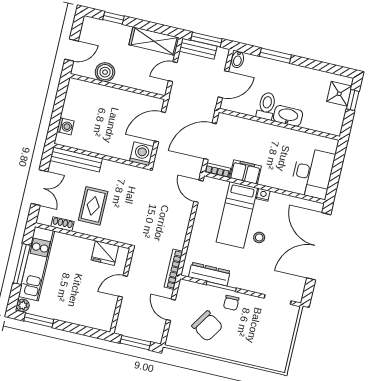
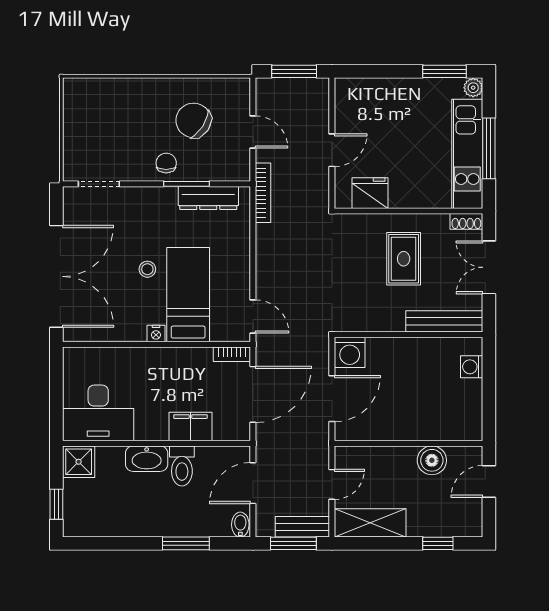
shower: (339, 94) -> (79, 462), moved
filing cabinet: (246, 172) -> (190, 427), moved, turned 180
desk: (313, 173) -> (98, 413), moved, turned -90
shoe rack: (62, 224) -> (466, 221), moved

